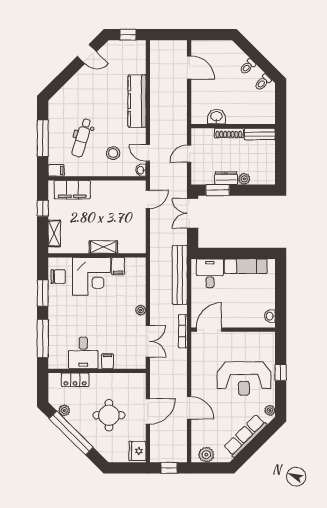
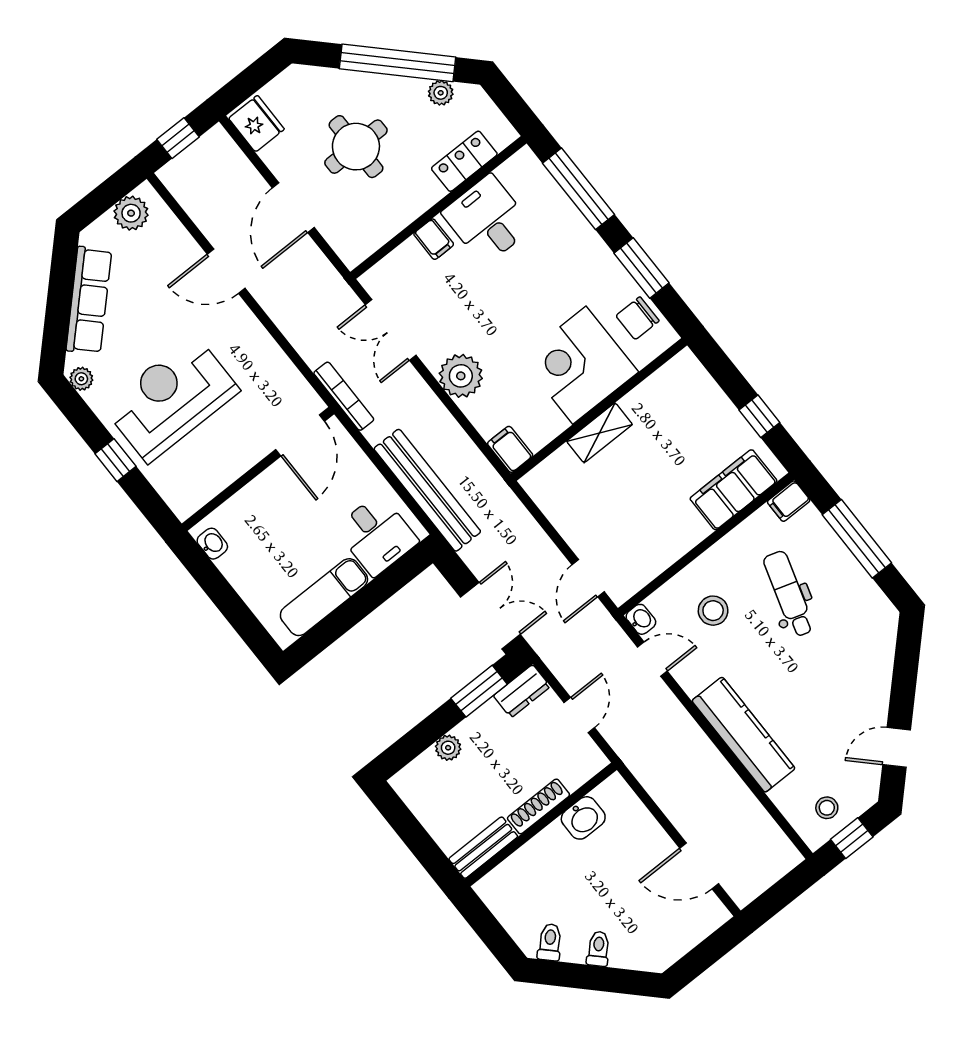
stool: (128, 52) -> (827, 808), added
dresser: (226, 178) -> (522, 691), moved
shelving: (54, 233) -> (704, 388), removed
filing cabinet: (118, 266) -> (510, 449), moved
plant: (141, 310) -> (461, 376), width x1.88, depth x1.88

